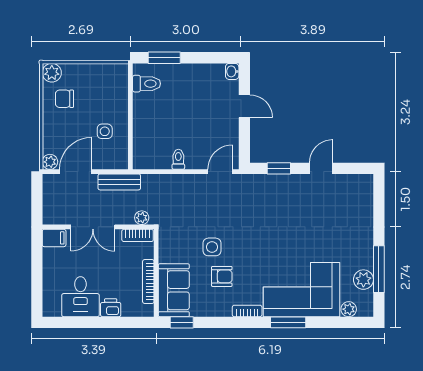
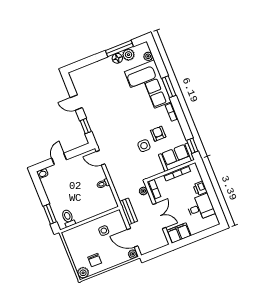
filing cabinet: (54, 238) -> (179, 233), width x2.00
floor lamp: (365, 260) -> (117, 58), added

